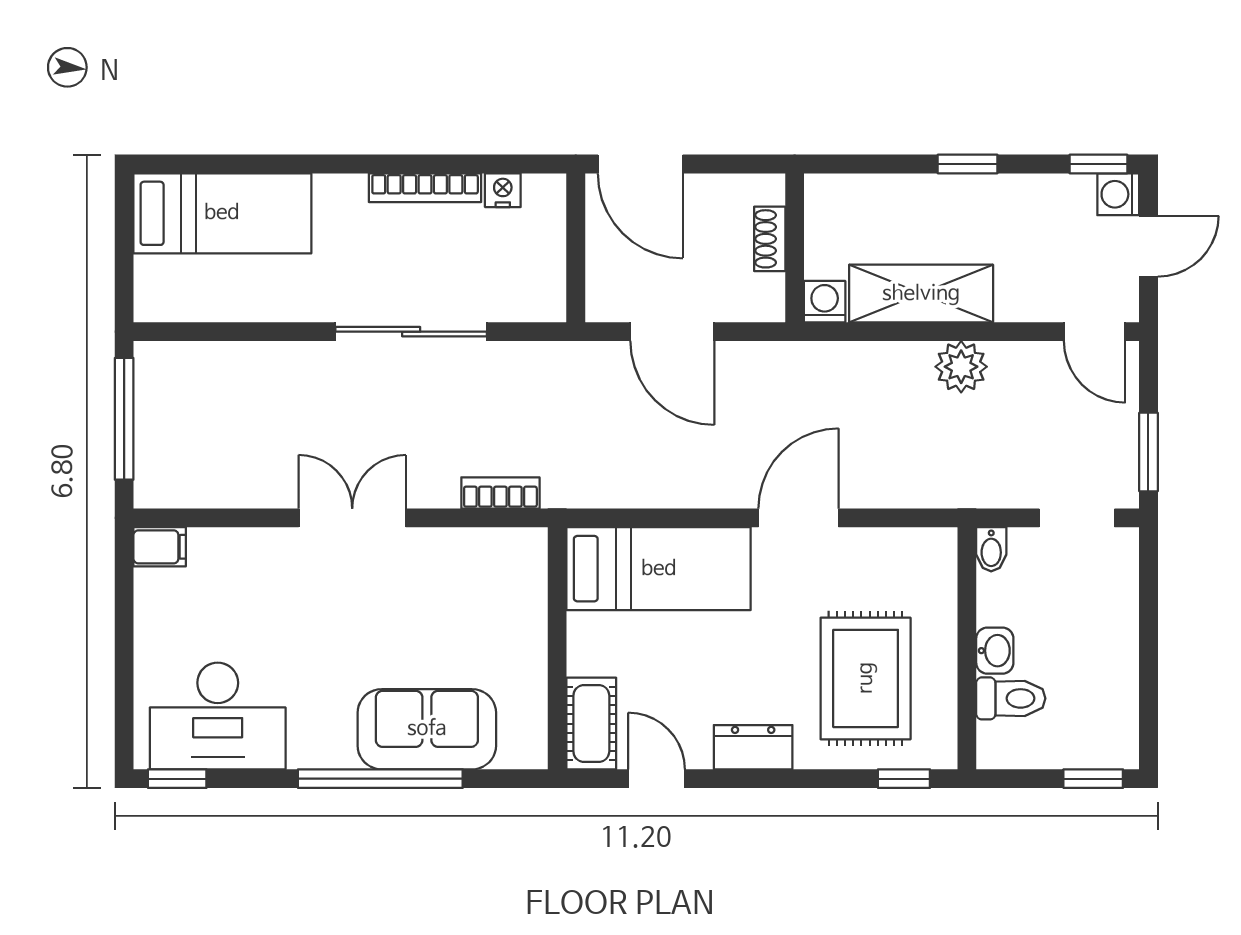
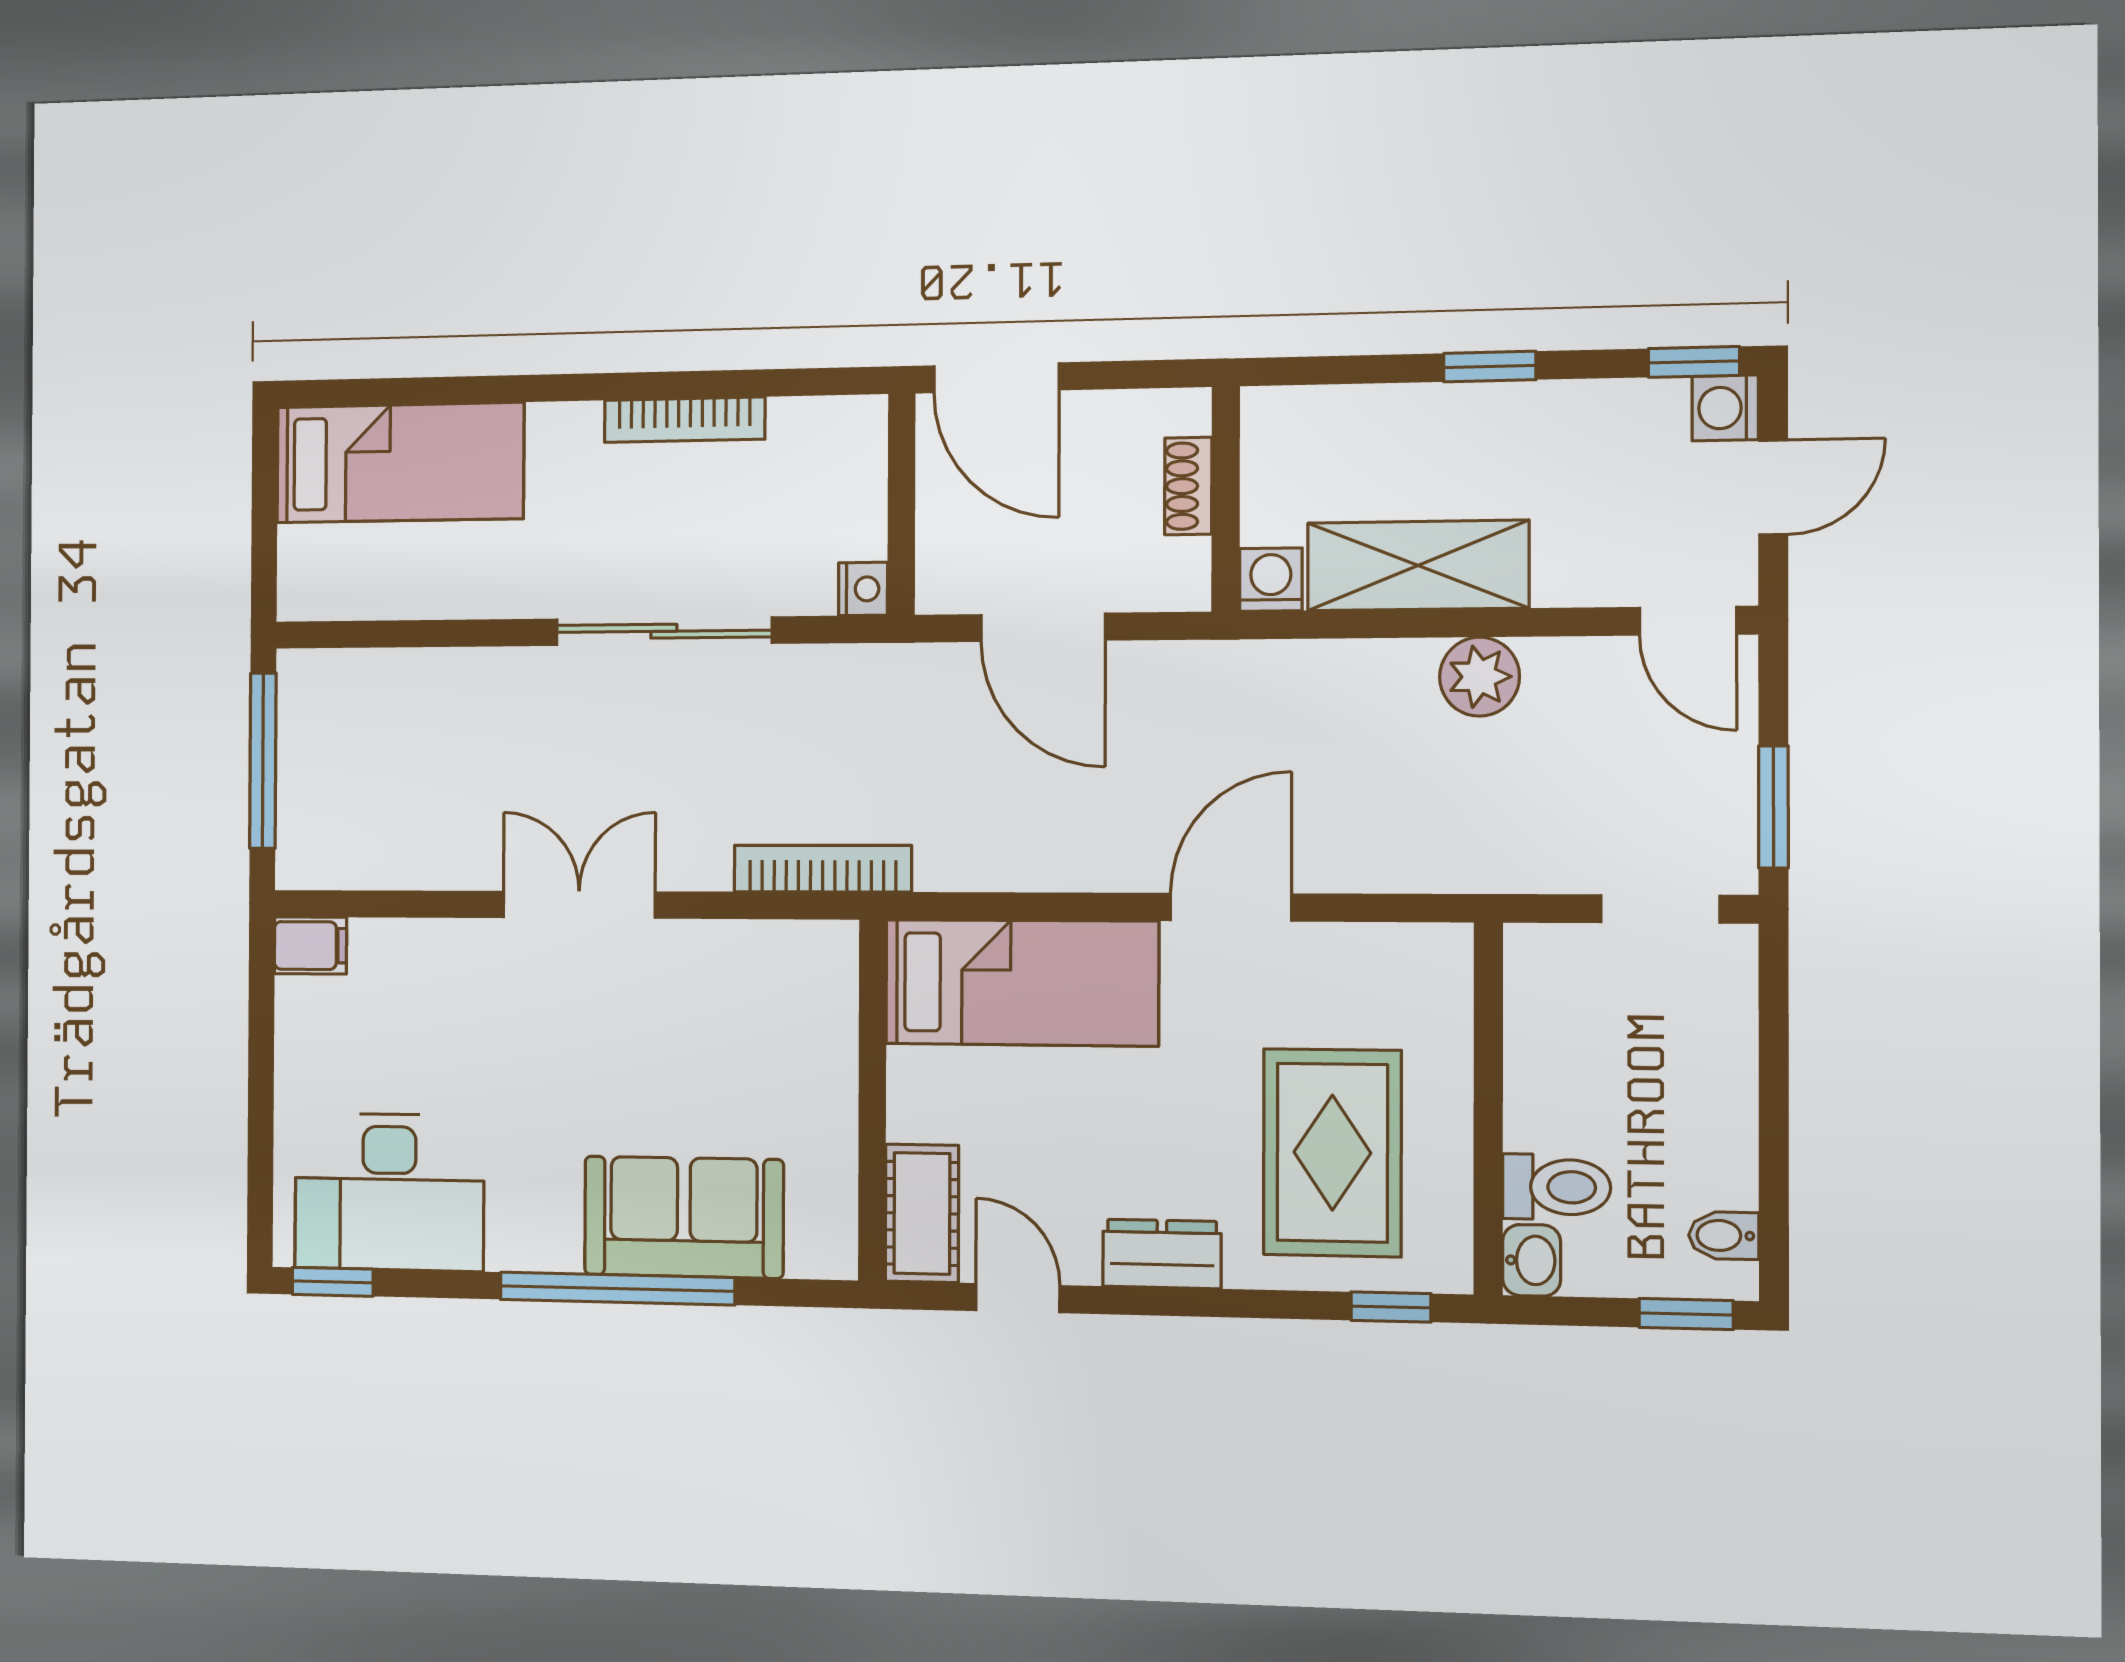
nightstand: (503, 190) -> (863, 589), moved, turned 90
bookcase: (500, 493) -> (823, 869), width x1.56
bidet: (991, 549) -> (1724, 1236), moved, turned 90
washbasin: (995, 651) -> (1532, 1260), moved

